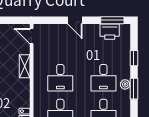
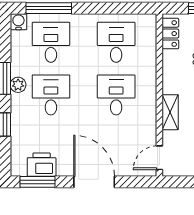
door: (75, 20) -> (94, 182), width x1.87
door: (32, 36) -> (159, 158), swing flipped

